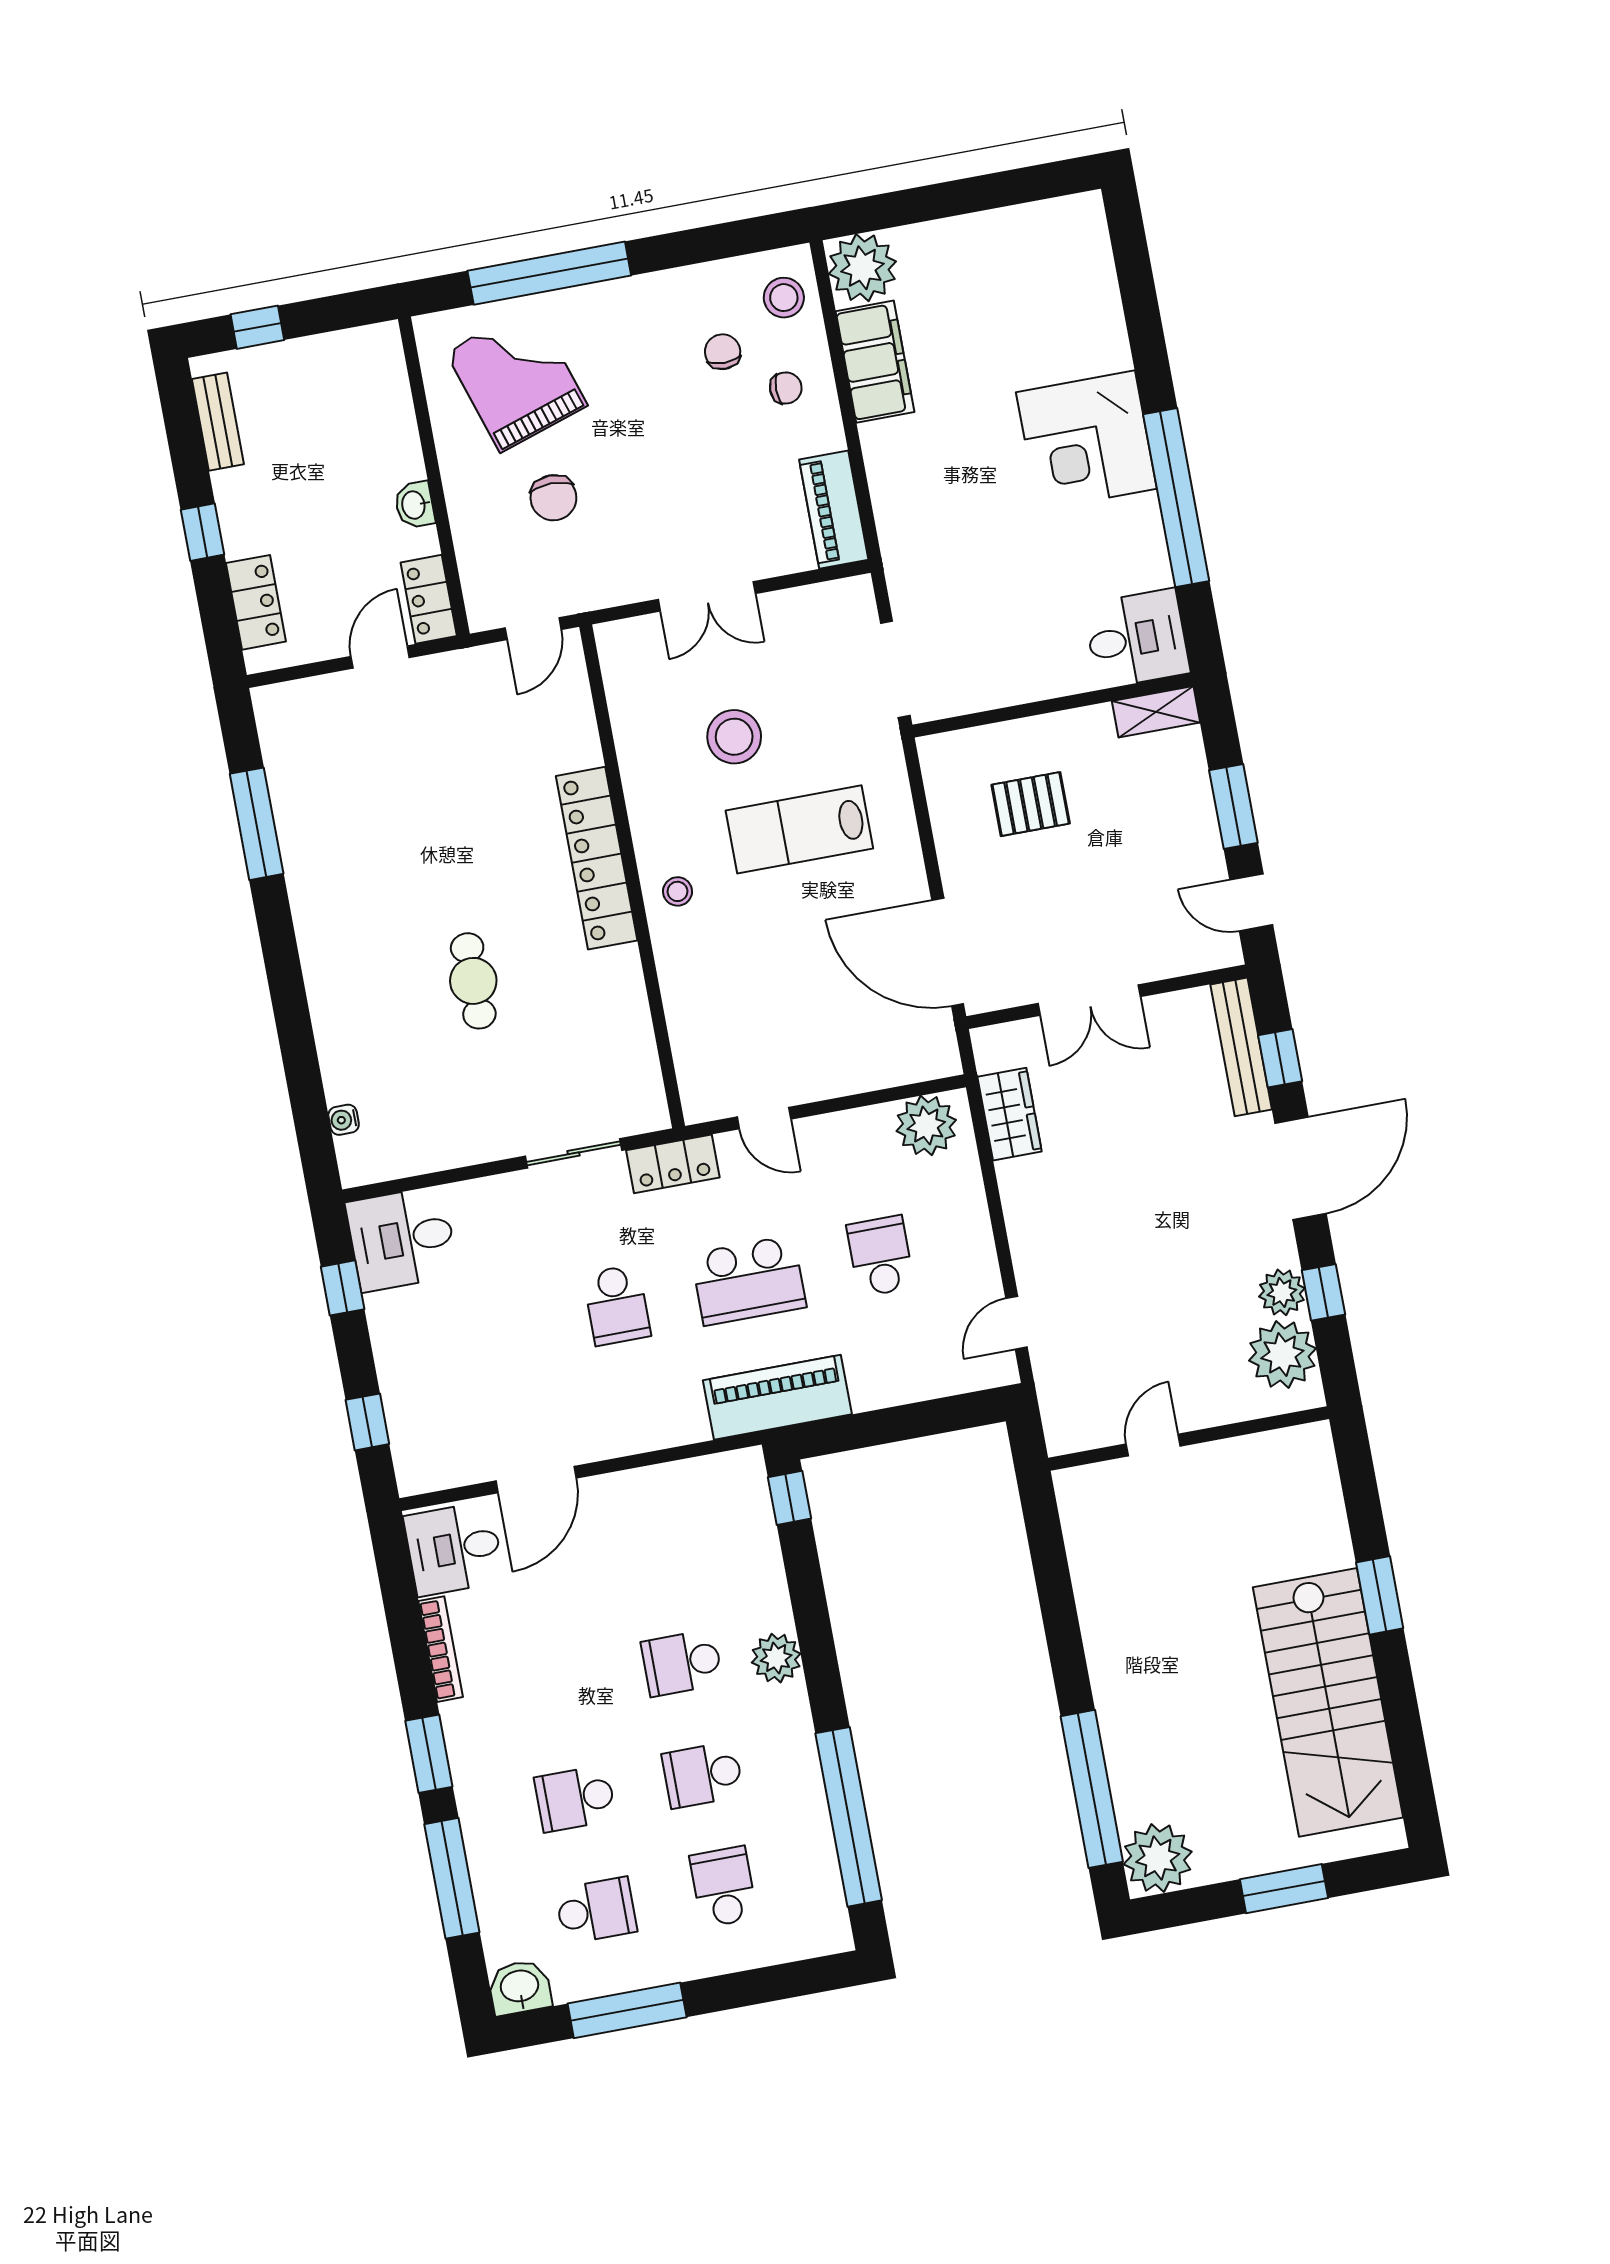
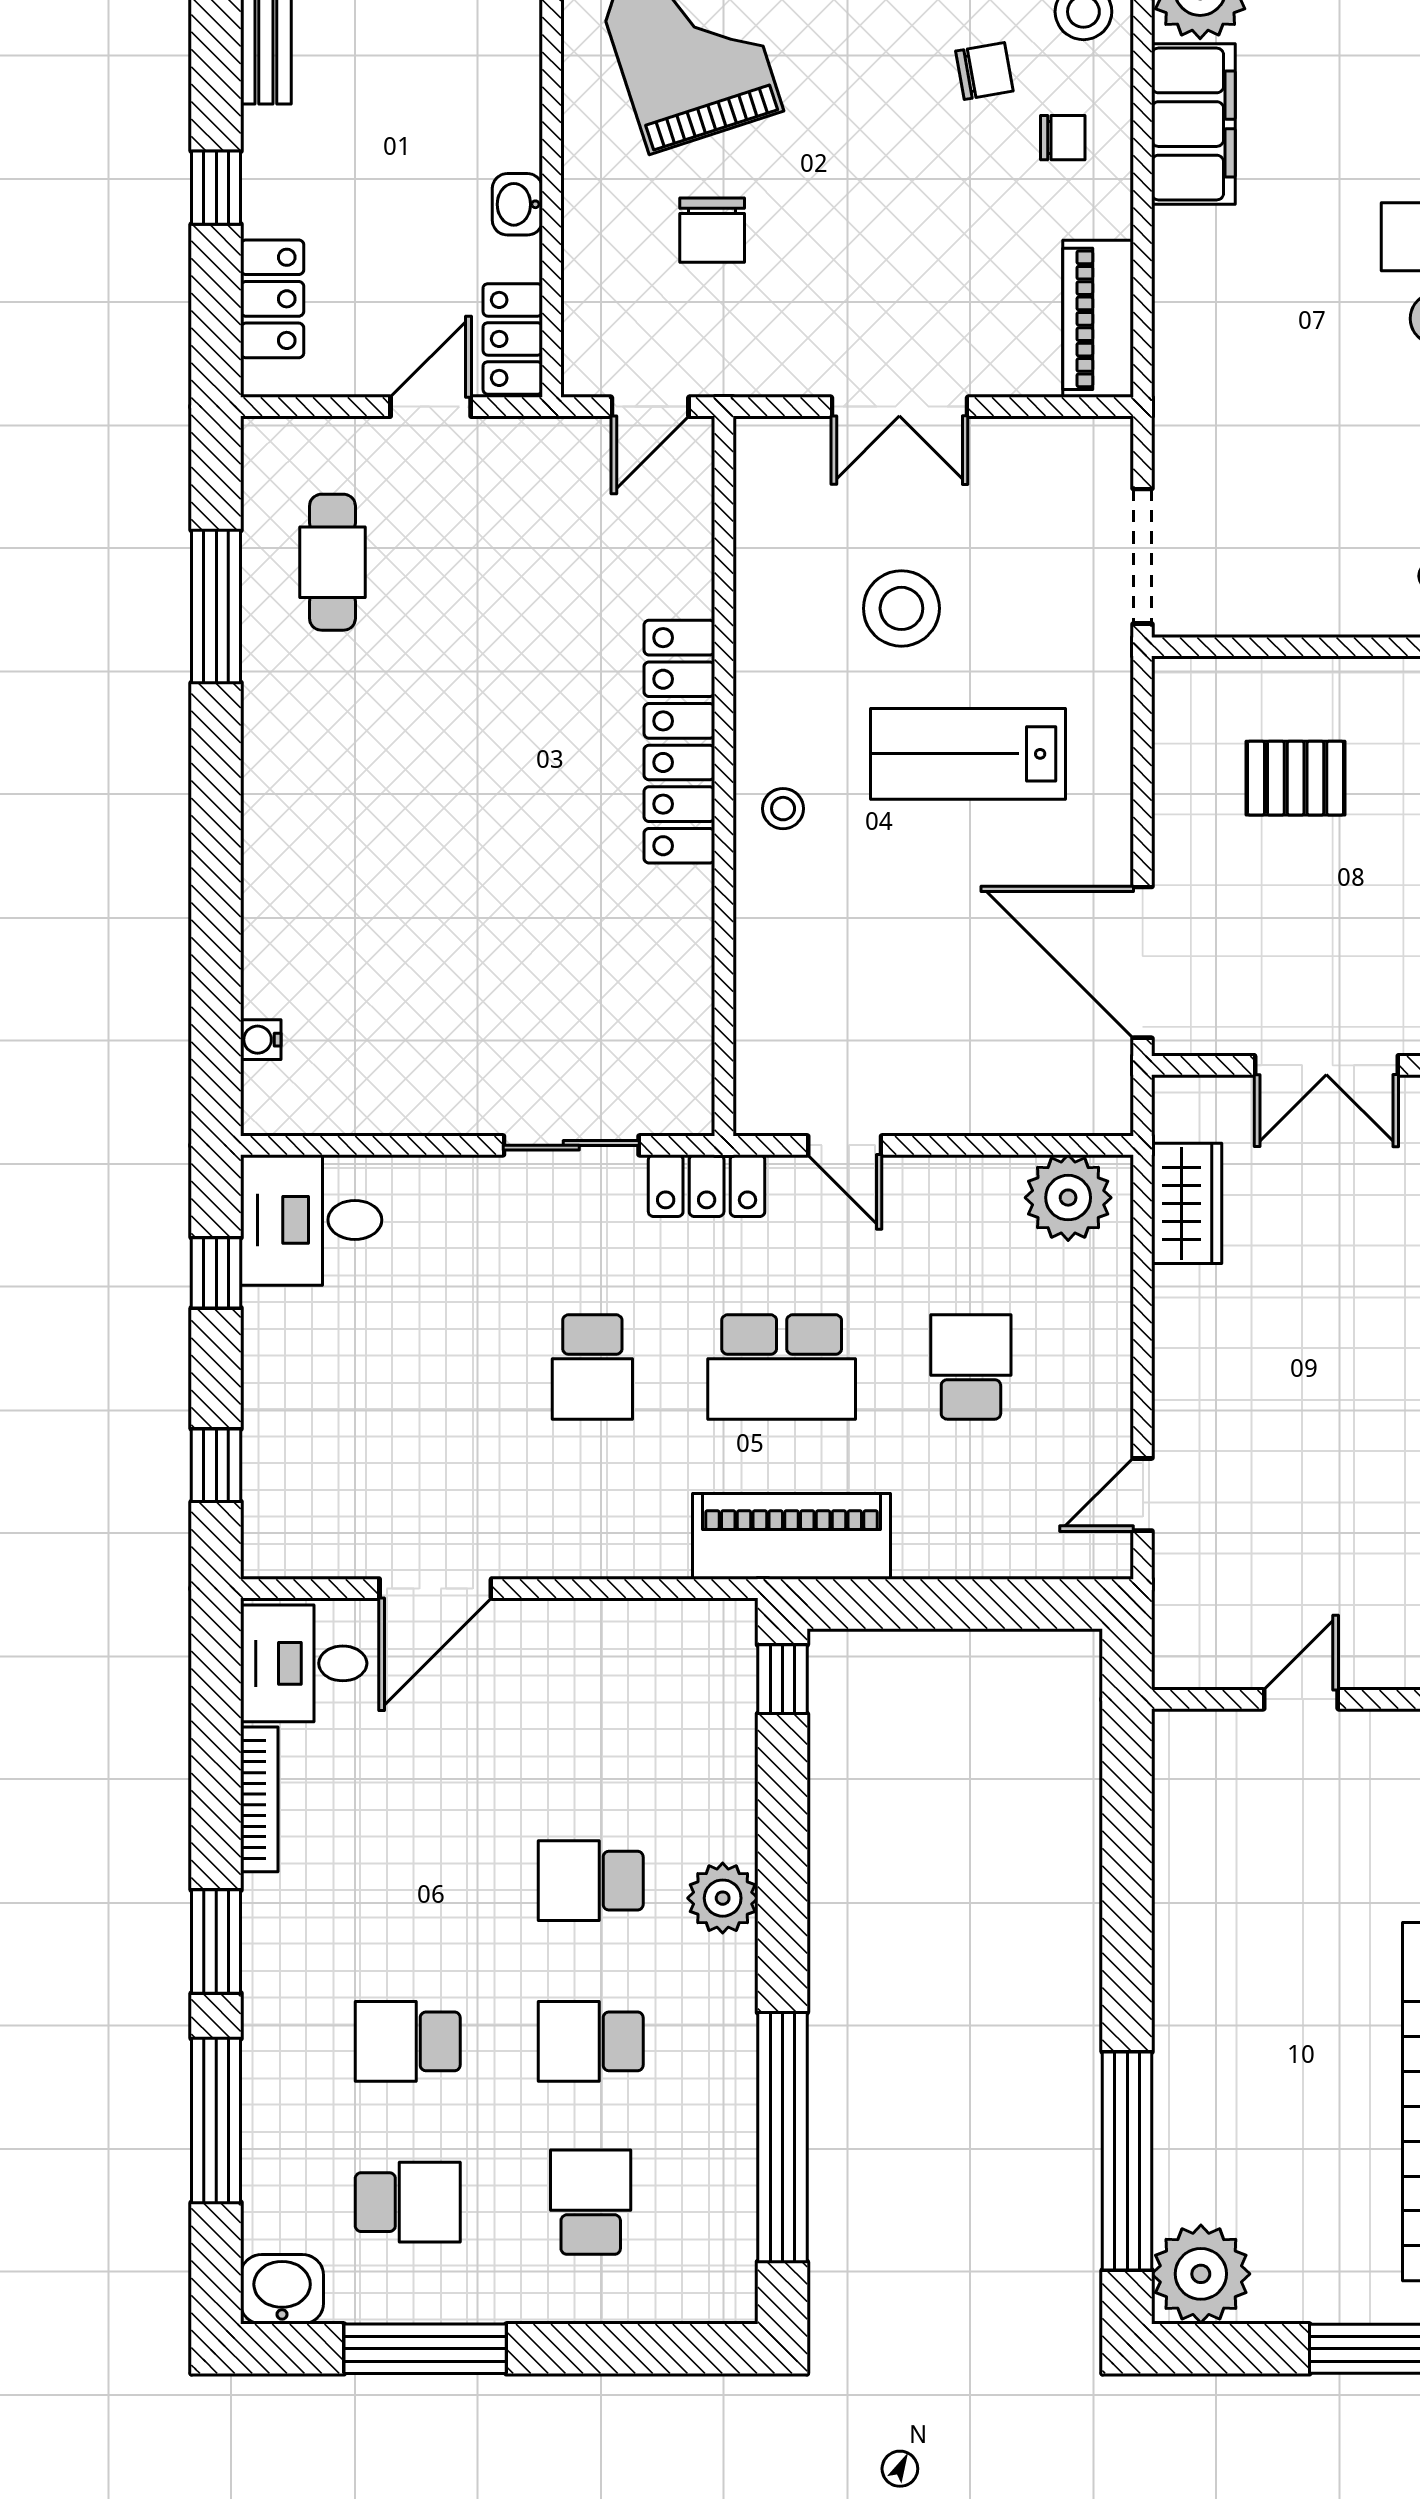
chair: (723, 352) -> (984, 71), turned 80
cafe table: (473, 981) -> (332, 562), moved

